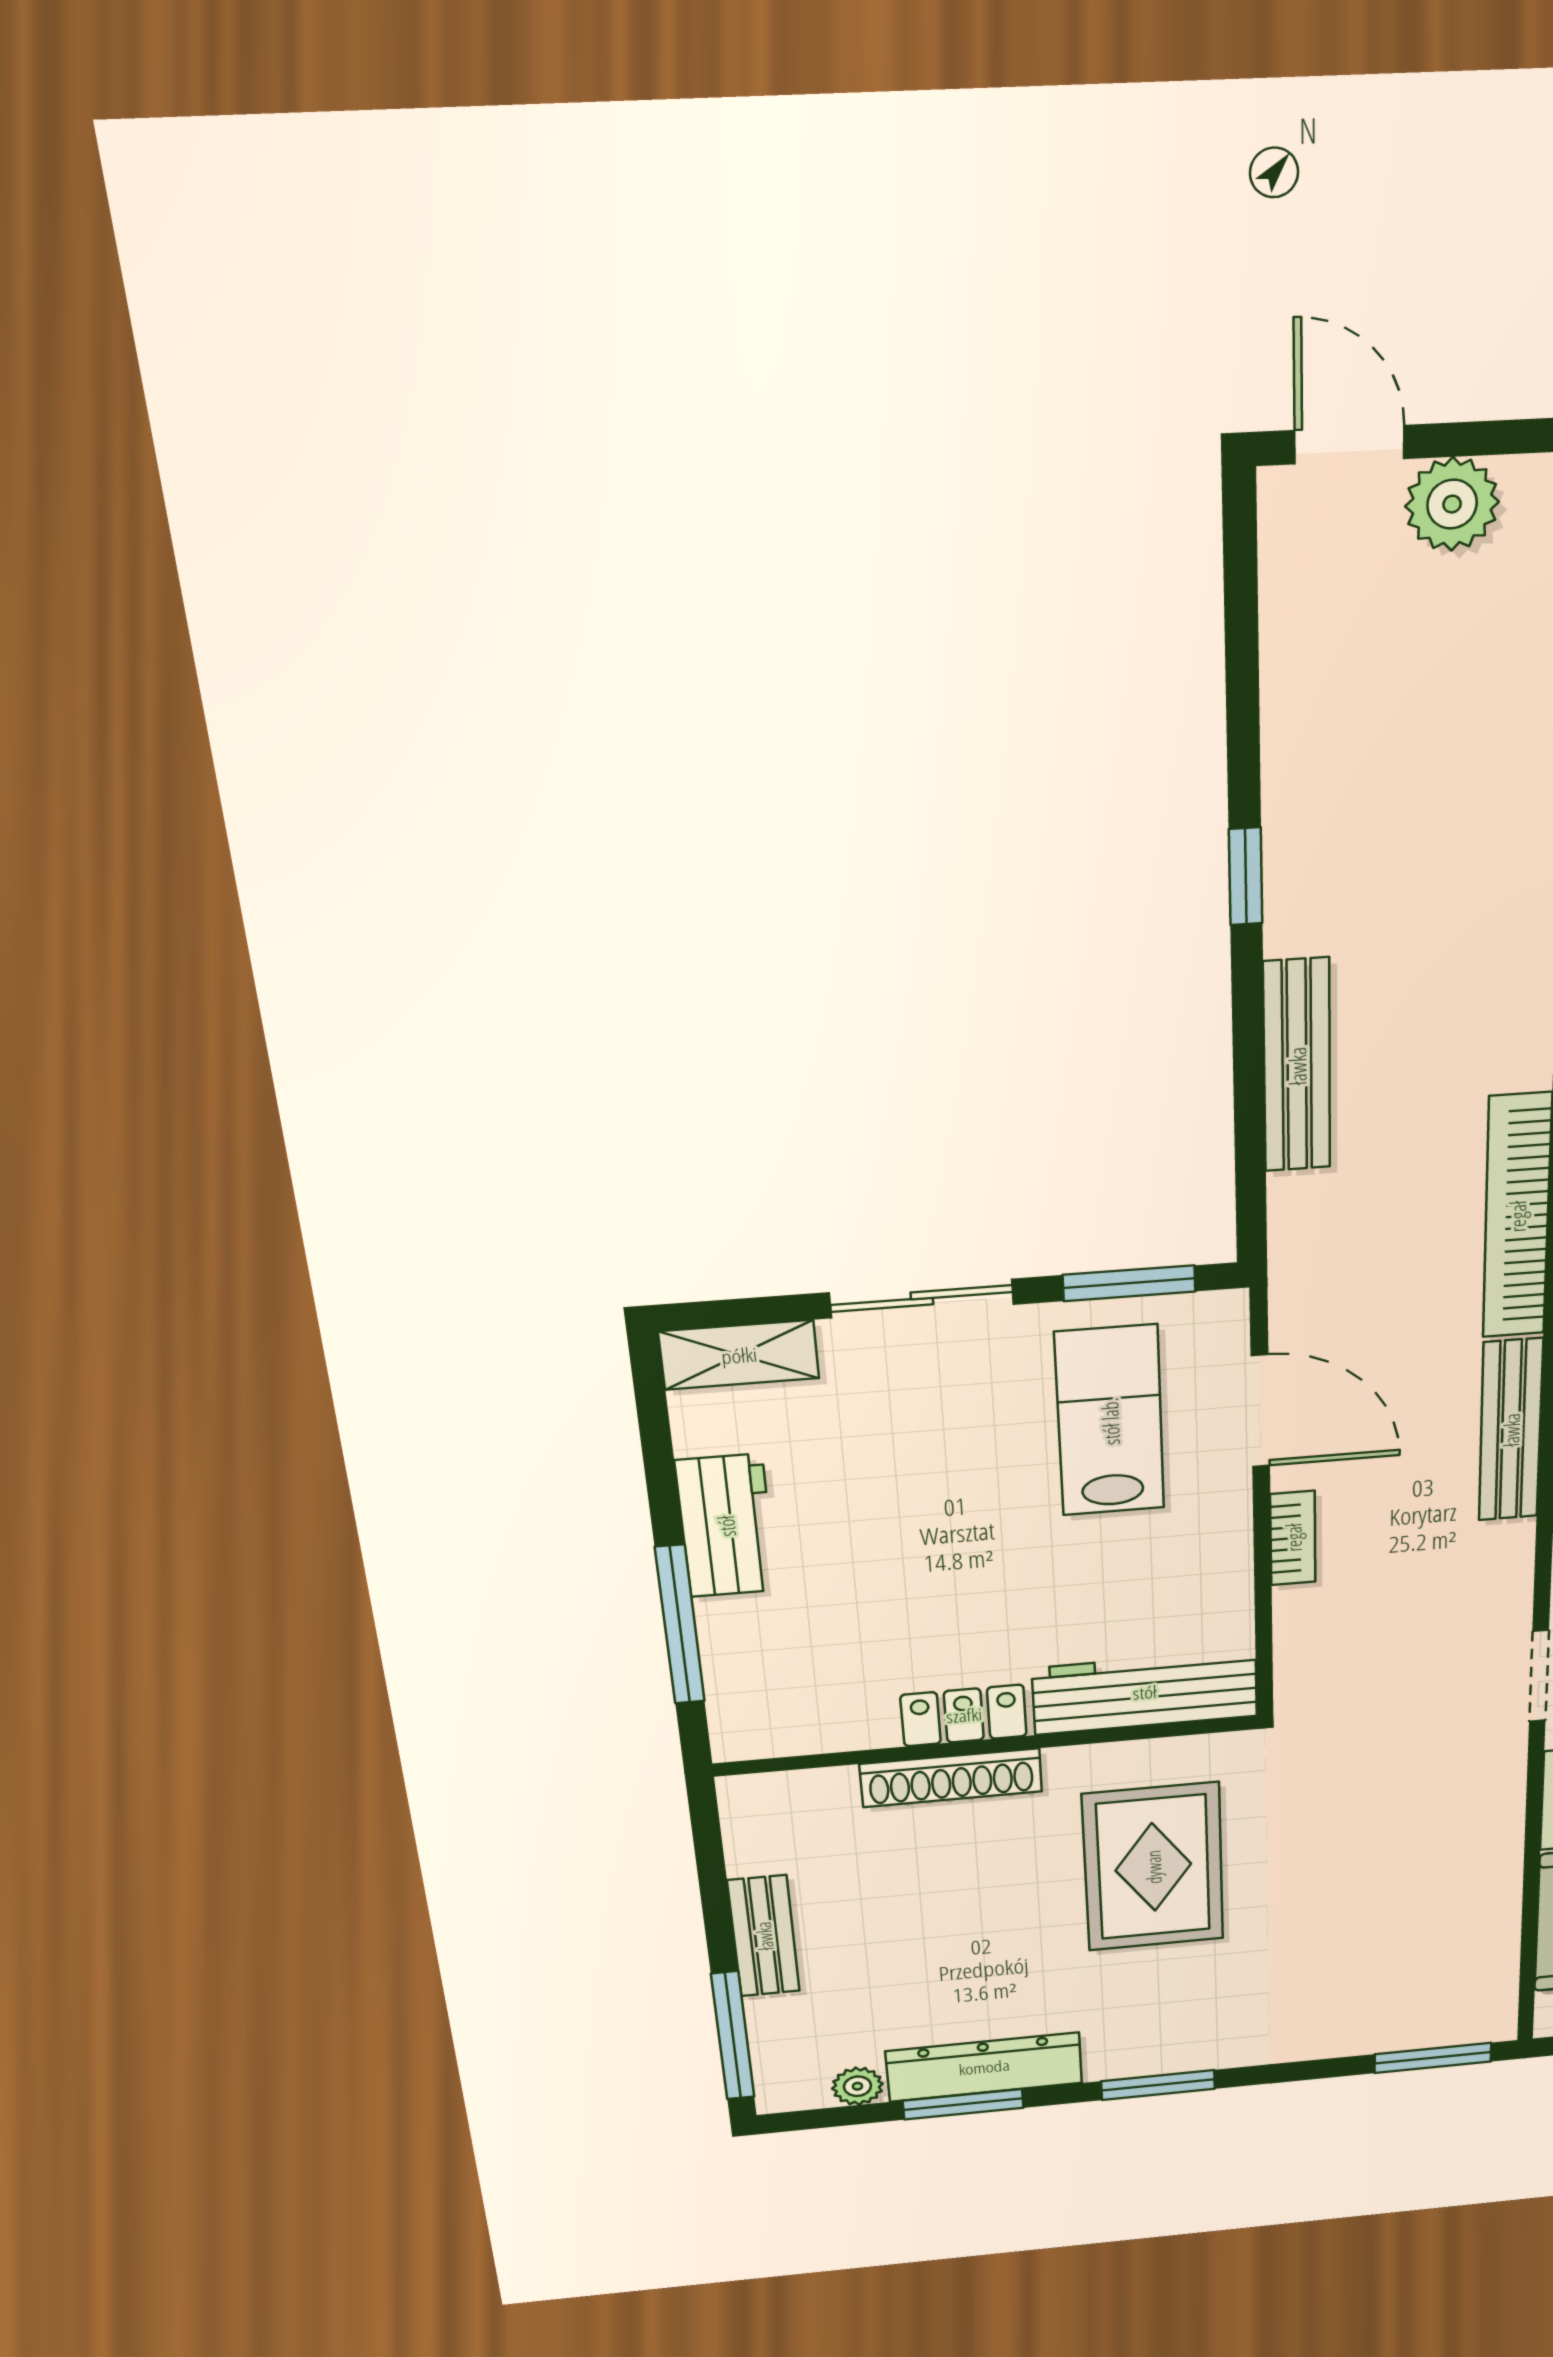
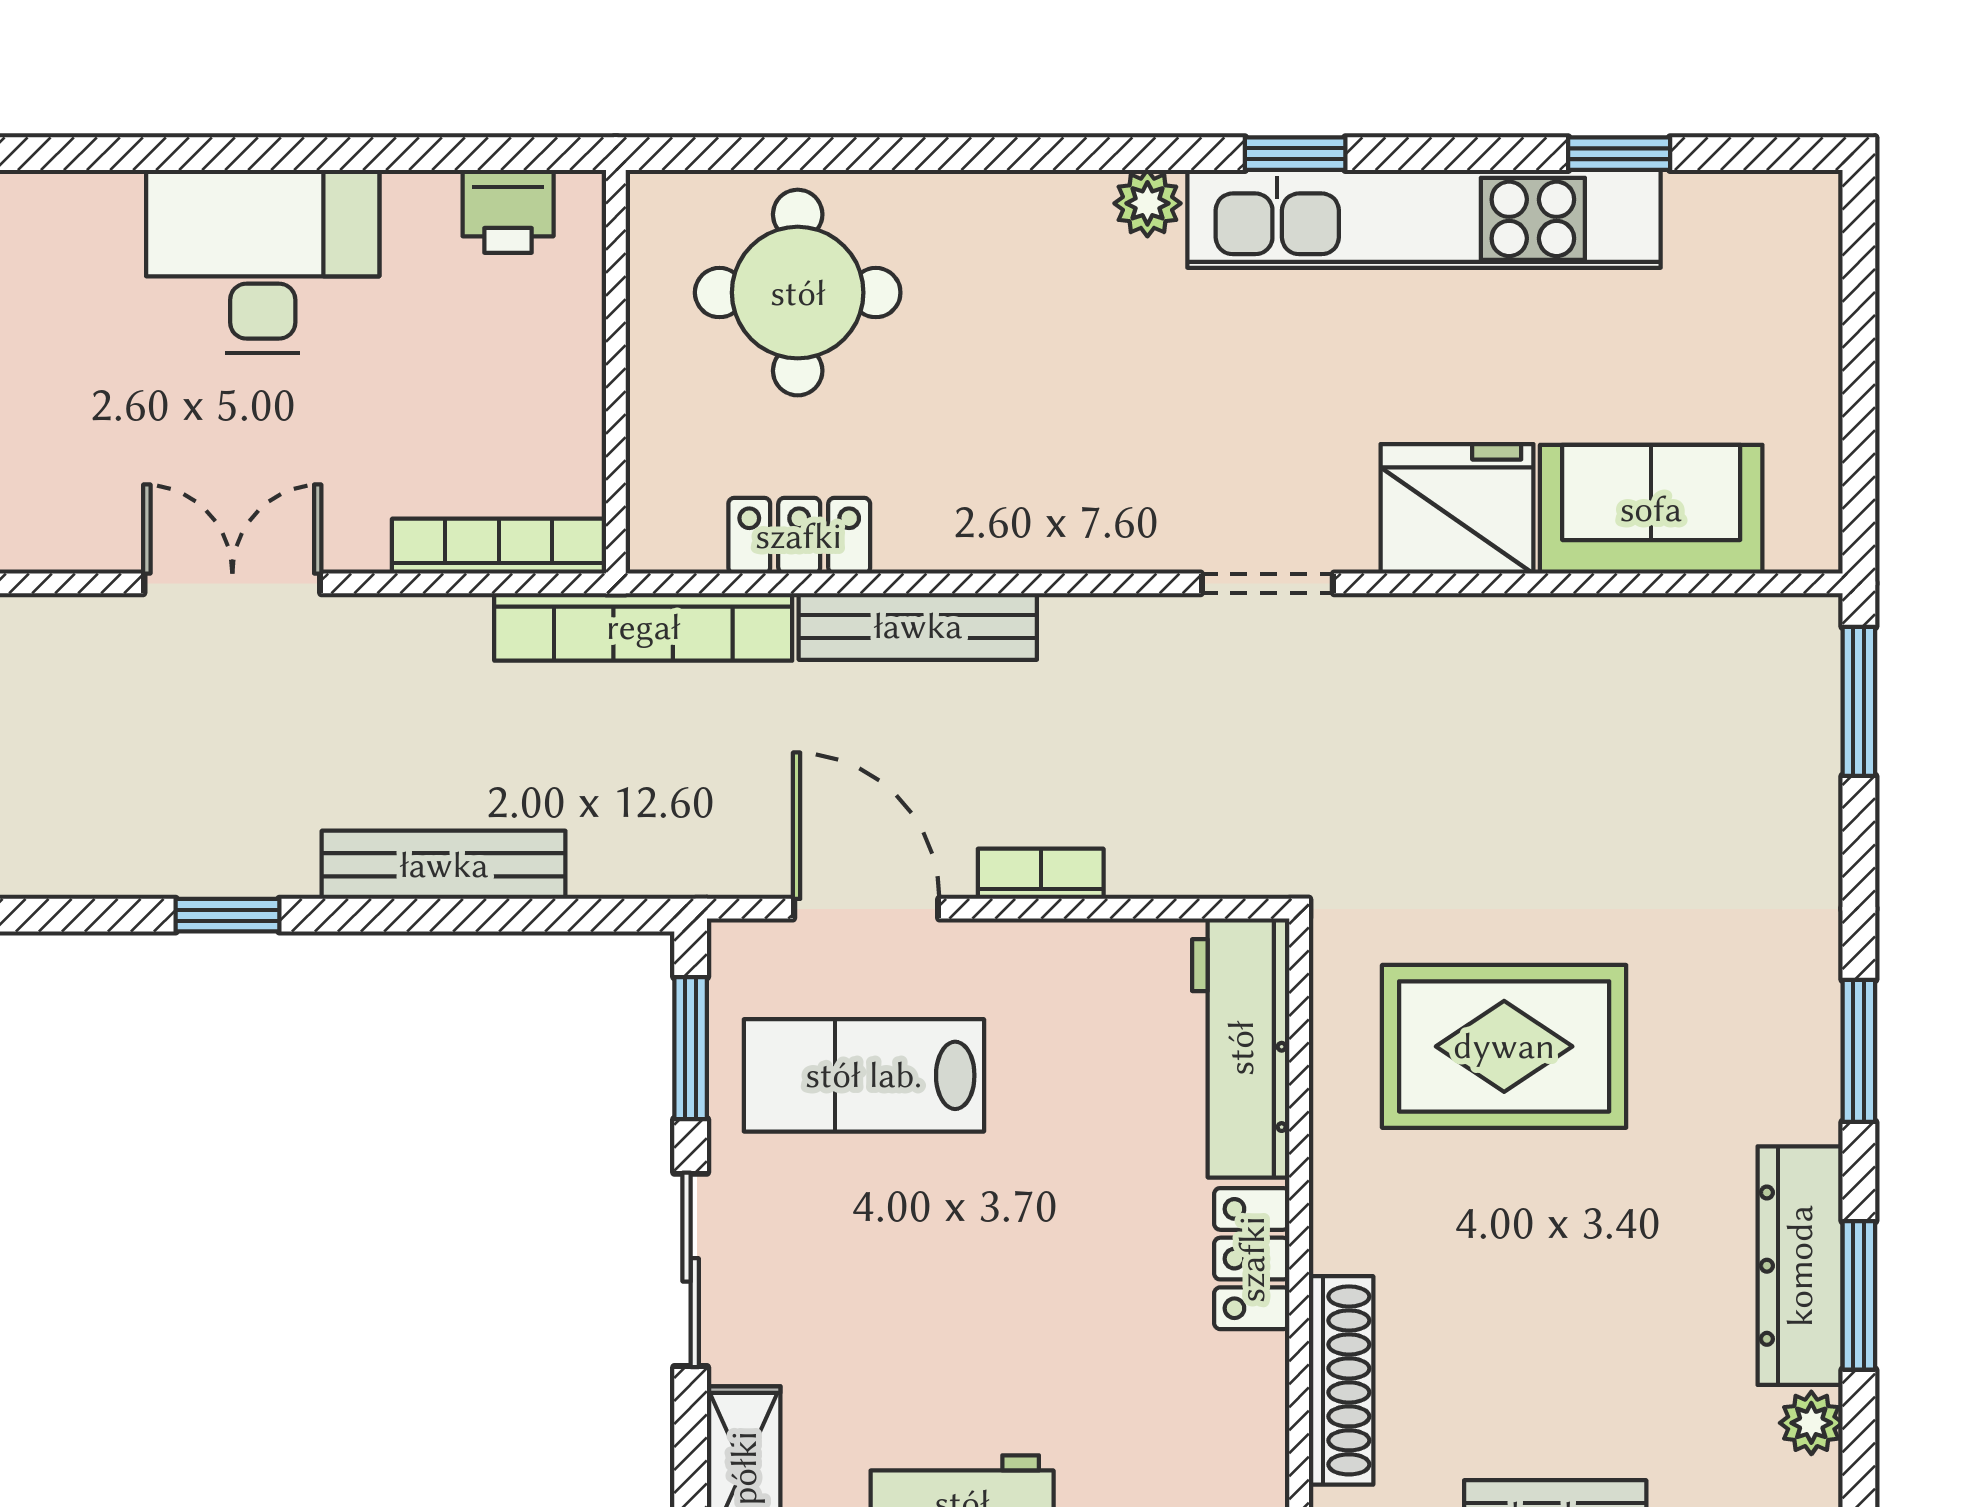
door: (1260, 1411) -> (866, 909), hinge flipped
shoe rack: (951, 1778) -> (1341, 1380), moved

